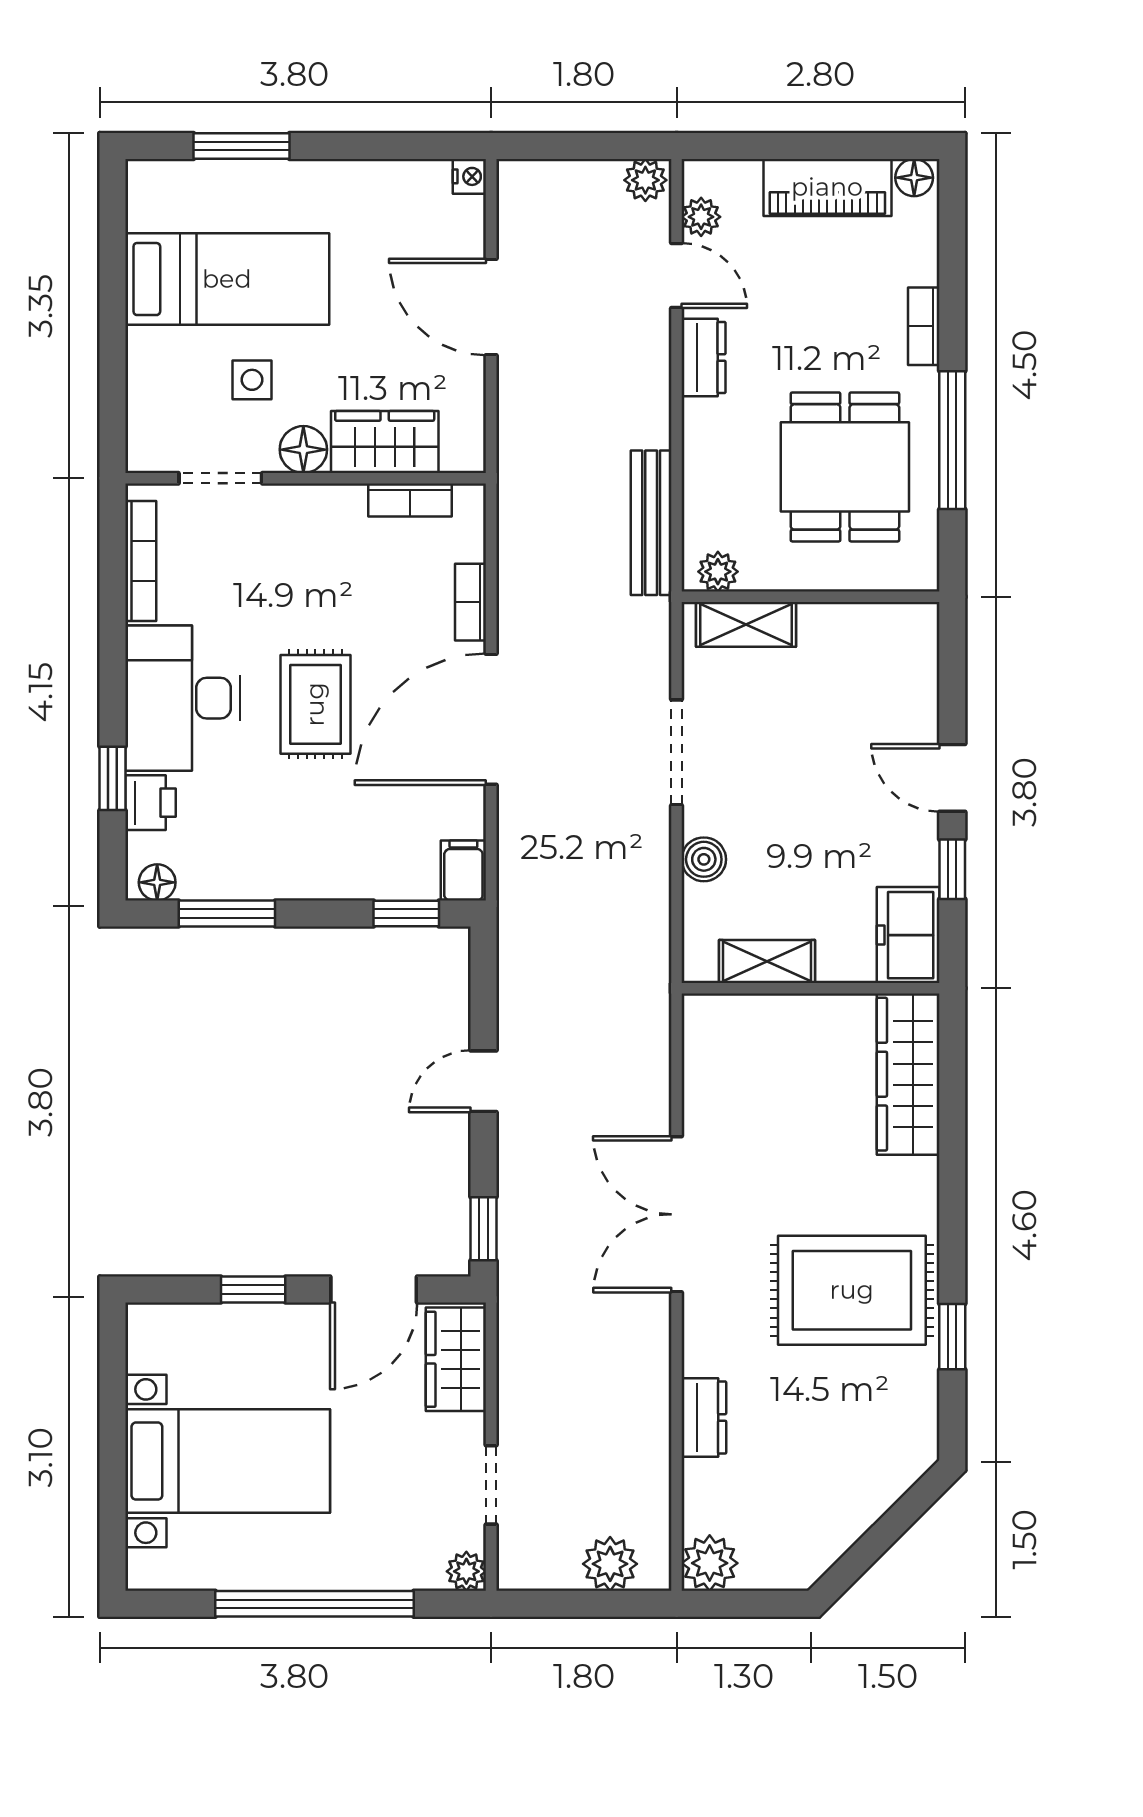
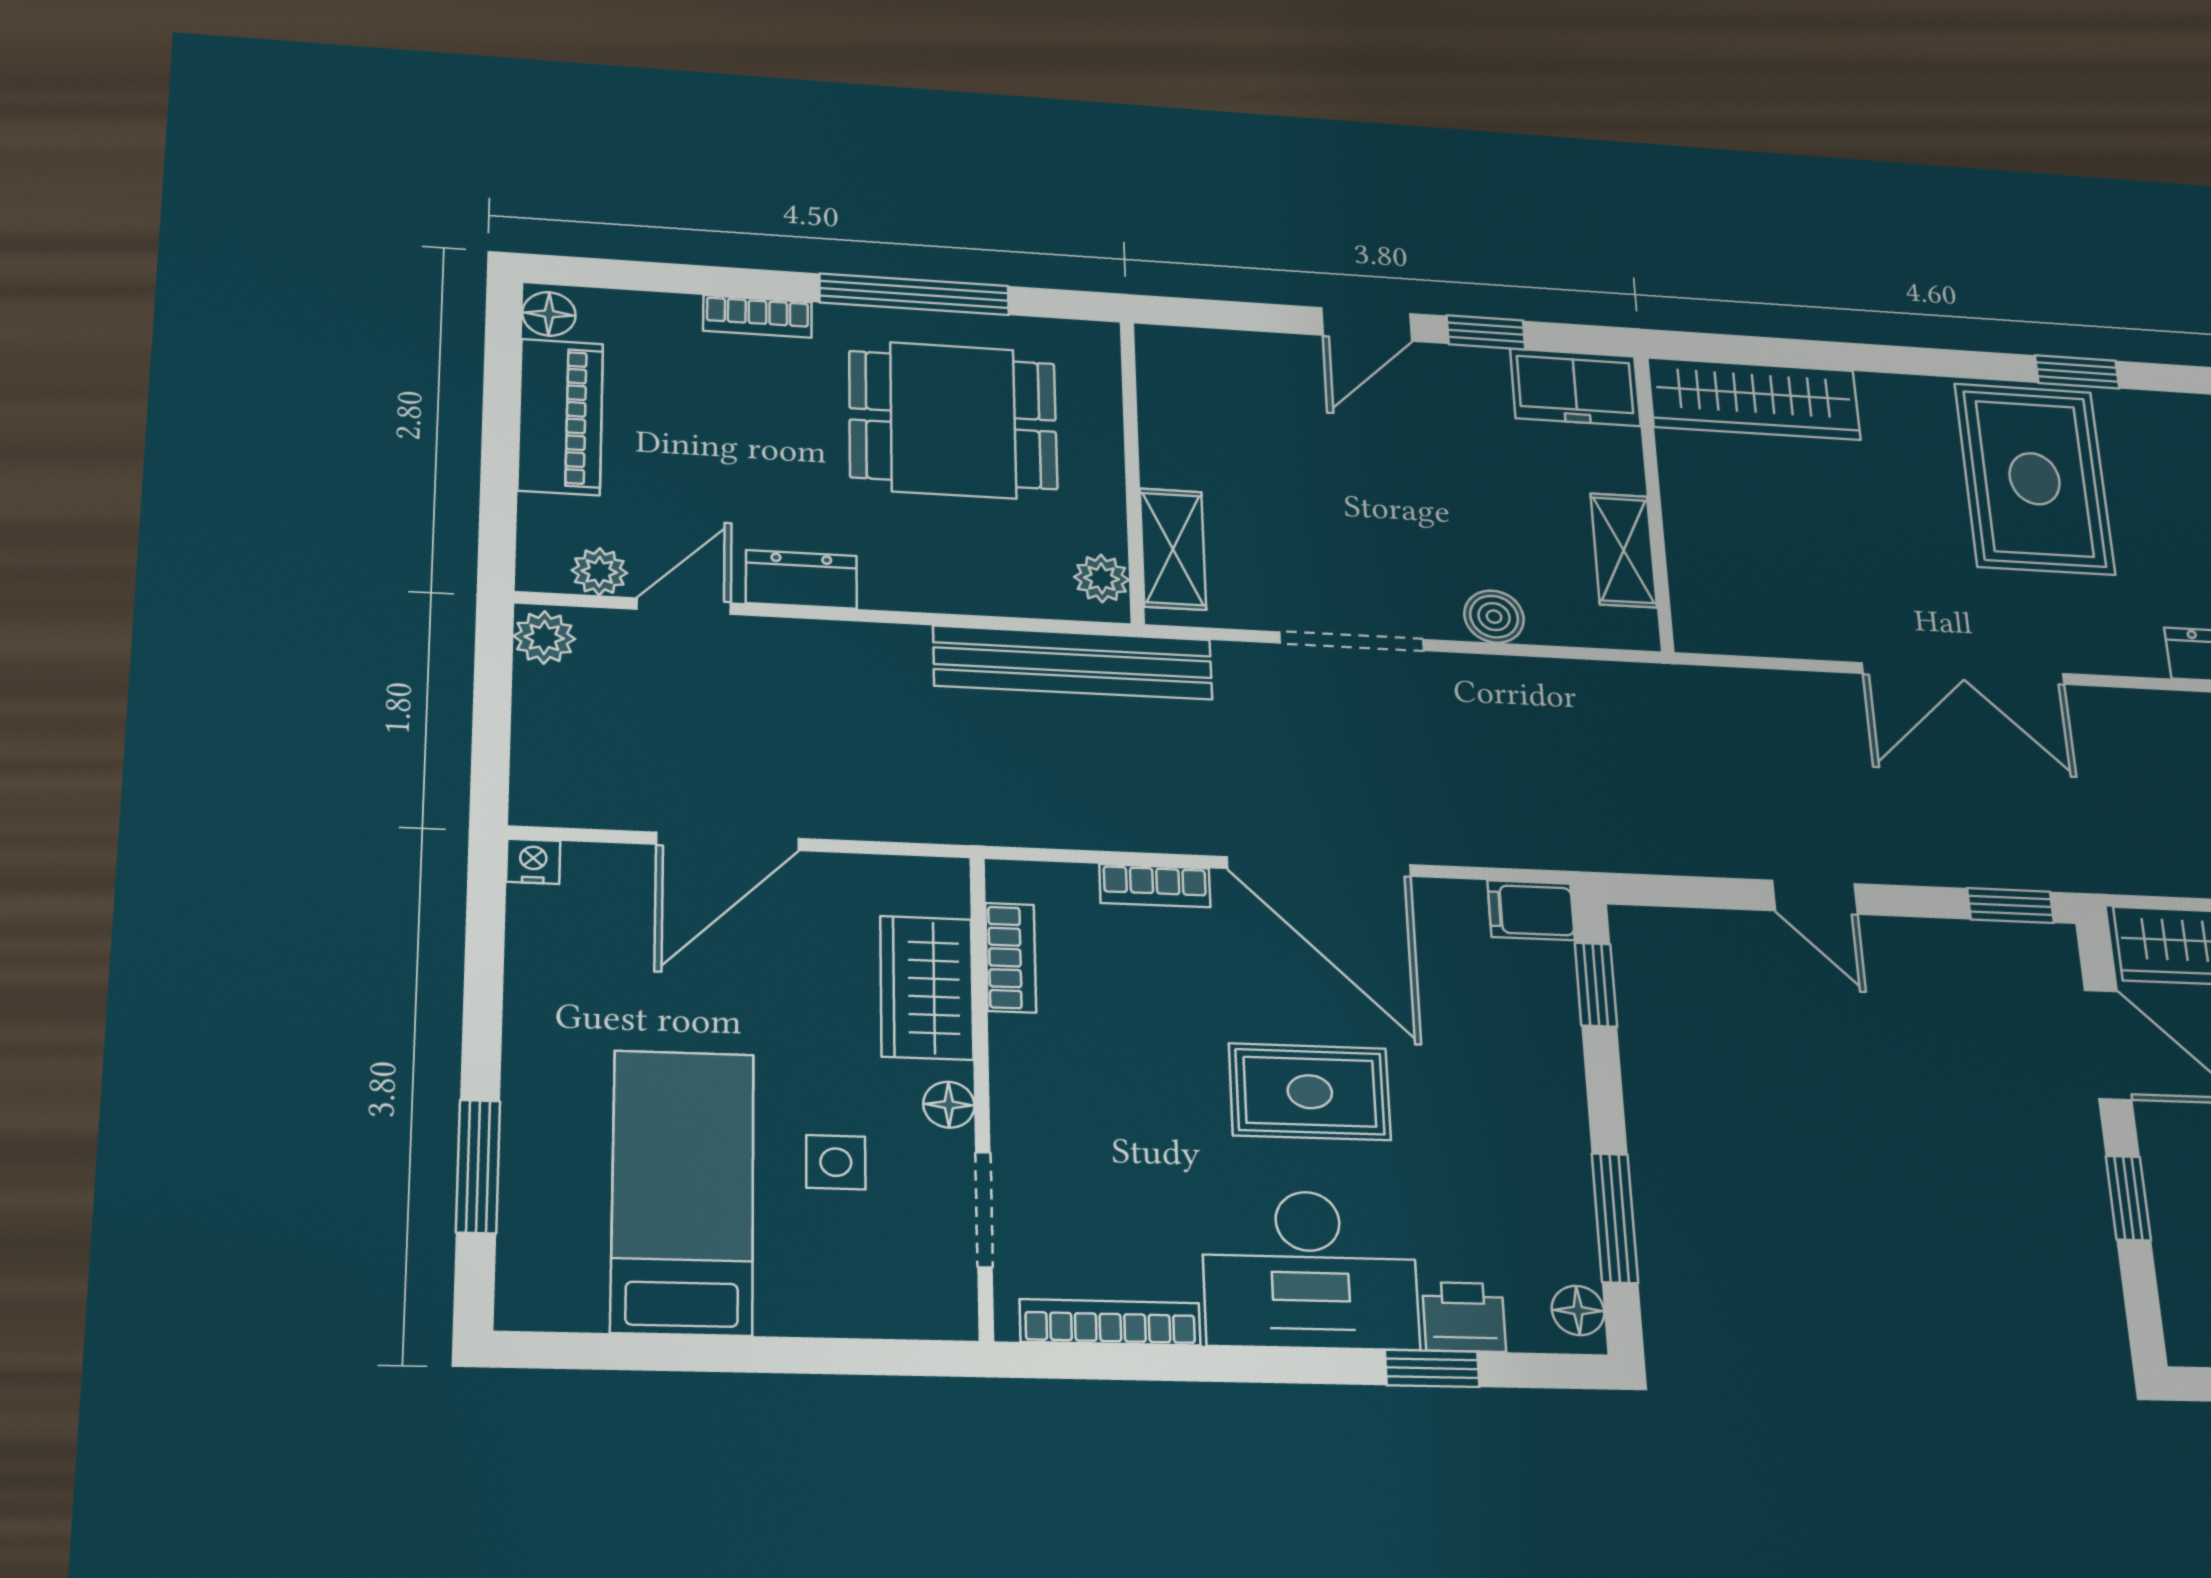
floor lamp: (303, 450) -> (949, 1105), width x0.73, depth x0.73
bench: (651, 523) -> (1073, 663), width x1.37, depth x1.21

